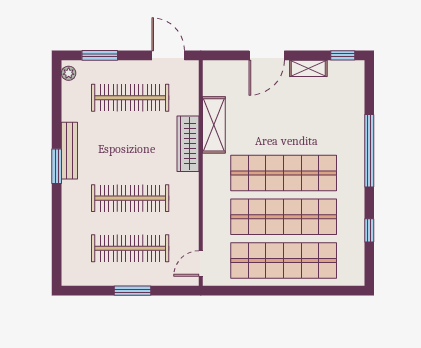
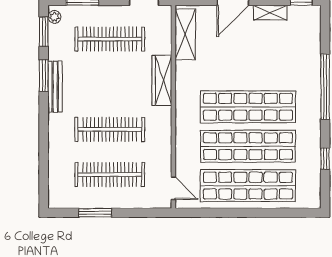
window: (57, 90) -> (44, 32), added
shelving: (214, 125) -> (185, 34), moved
window: (57, 166) -> (44, 76), moved
door: (201, 264) -> (173, 188), swing flipped
window: (132, 291) -> (95, 213), moved

